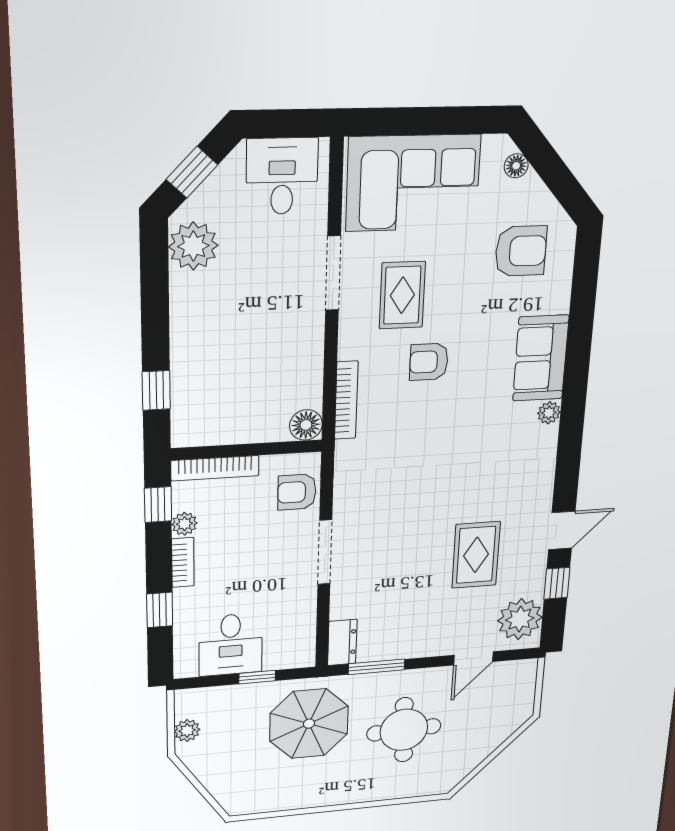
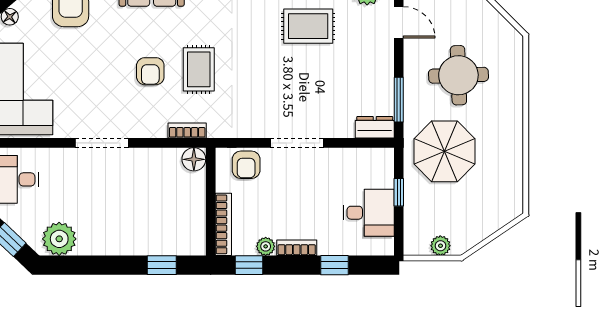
doorway: (333, 273) -> (102, 143), moved
rug: (402, 295) -> (199, 69), moved, turned 90
bookcase: (346, 400) -> (187, 131), width x0.64

